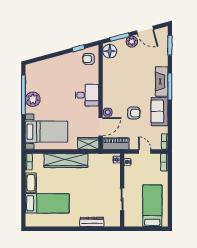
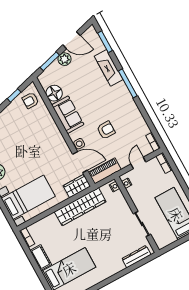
floor lamp: (110, 51) -> (54, 93), moved
fireplace: (162, 81) -> (109, 68), moved
desk: (87, 95) -> (49, 138), removed
sofa: (160, 112) -> (68, 115), moved, turned 180
door: (101, 127) -> (80, 162), hinge flipped
door: (145, 151) -> (138, 163), hinge flipped
wardrobe: (66, 161) -> (80, 207), moved
dresser: (92, 222) -> (136, 257), moved

